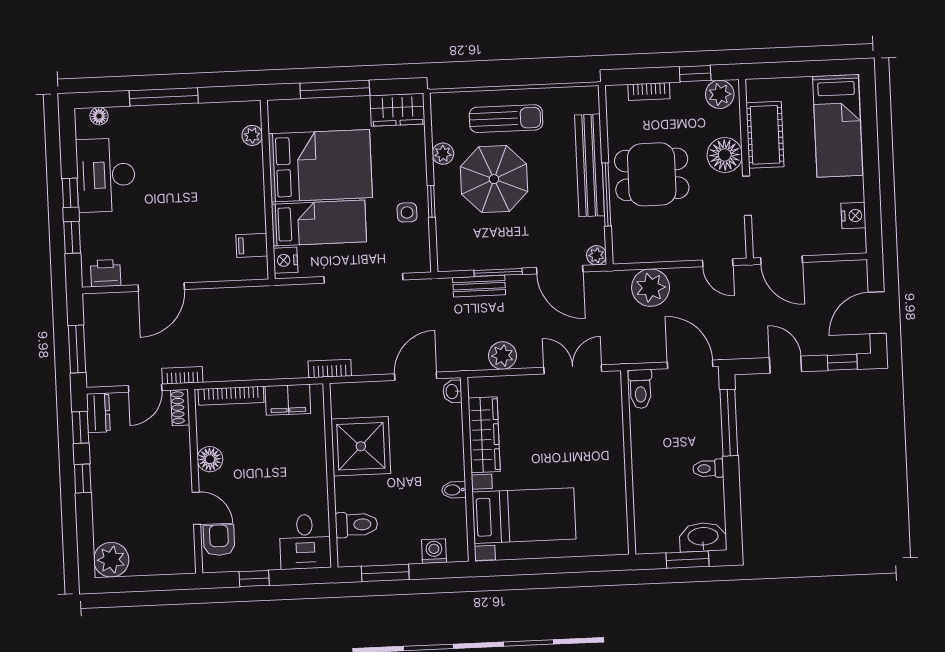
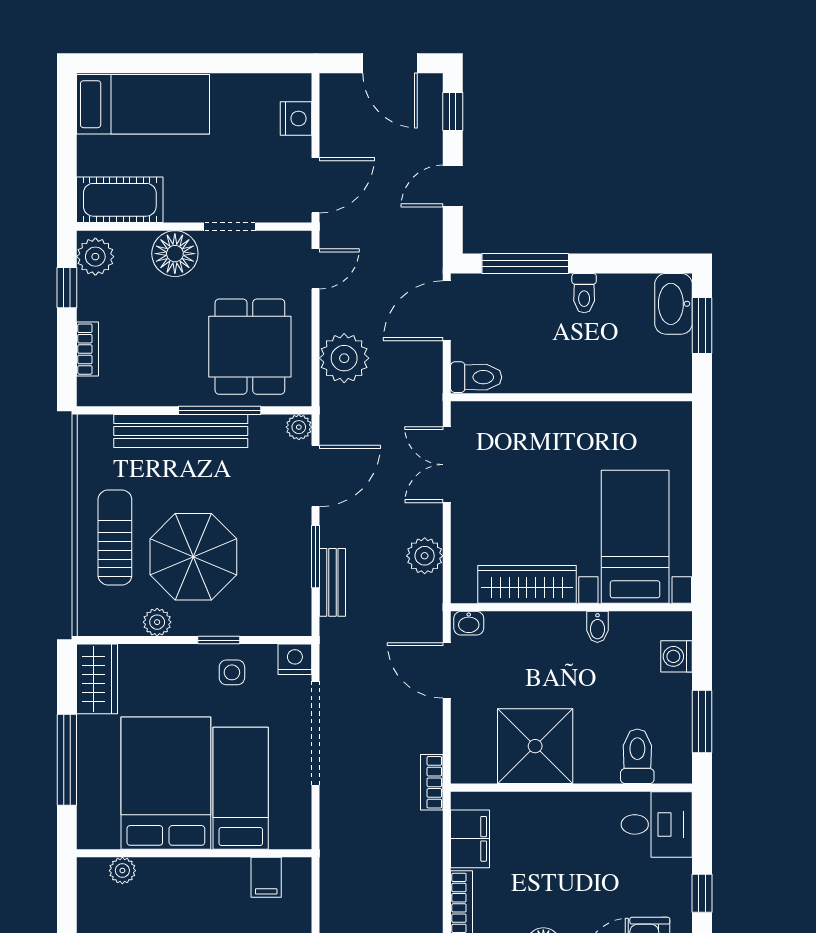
cot: (765, 135) -> (120, 200), moved
dining table: (652, 174) -> (250, 347), moved
nightstand: (853, 216) -> (296, 118), moved, turned 90
nightstand: (286, 260) -> (295, 659), moved, turned 180

